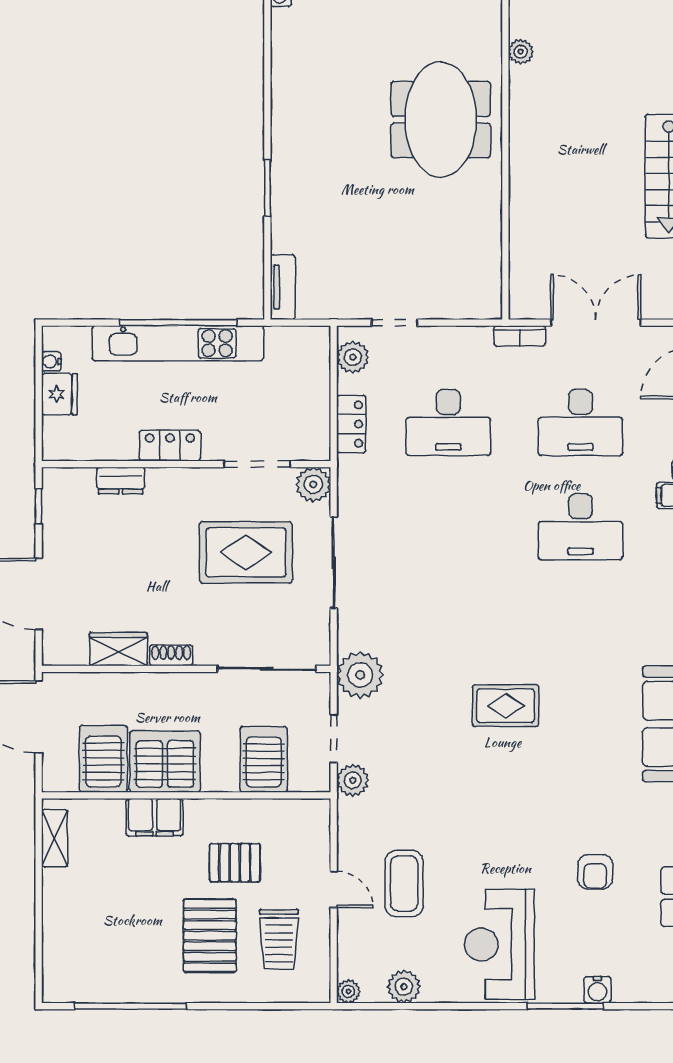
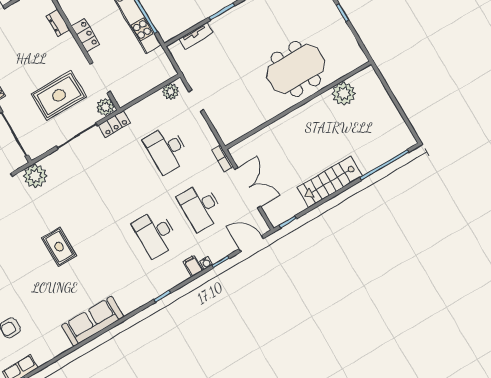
plant: (521, 52) -> (344, 94), width x1.88, depth x1.88
tv unit: (283, 287) -> (196, 36), moved
locker: (351, 424) -> (114, 124), moved
rug: (246, 552) -> (59, 95), turned 90

